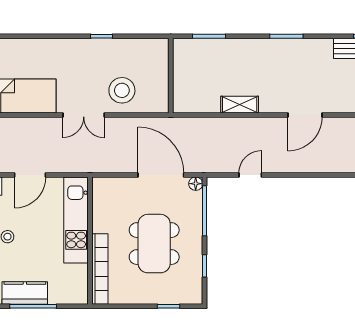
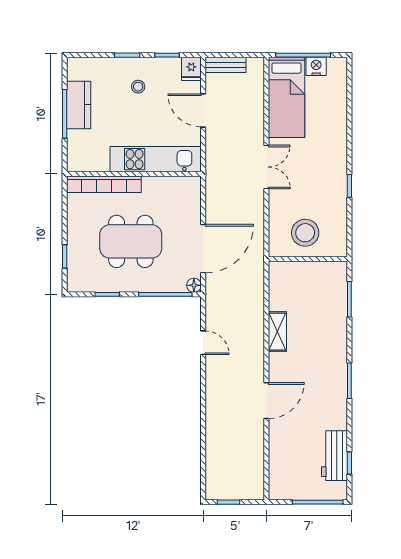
stool: (122, 90) -> (305, 233), moved
double door: (84, 115) -> (266, 167), swing flipped
door: (305, 115) -> (266, 401), swing flipped

